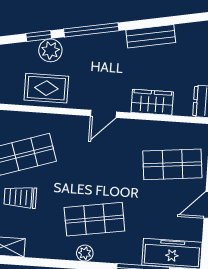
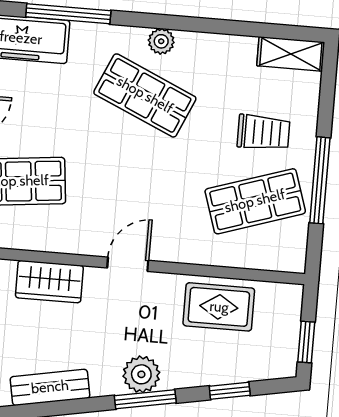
window: (91, 30) -> (145, 399), width x0.69
plant: (50, 50) -> (141, 374), moved
shop shelf: (94, 219) -> (145, 95), turned 33

